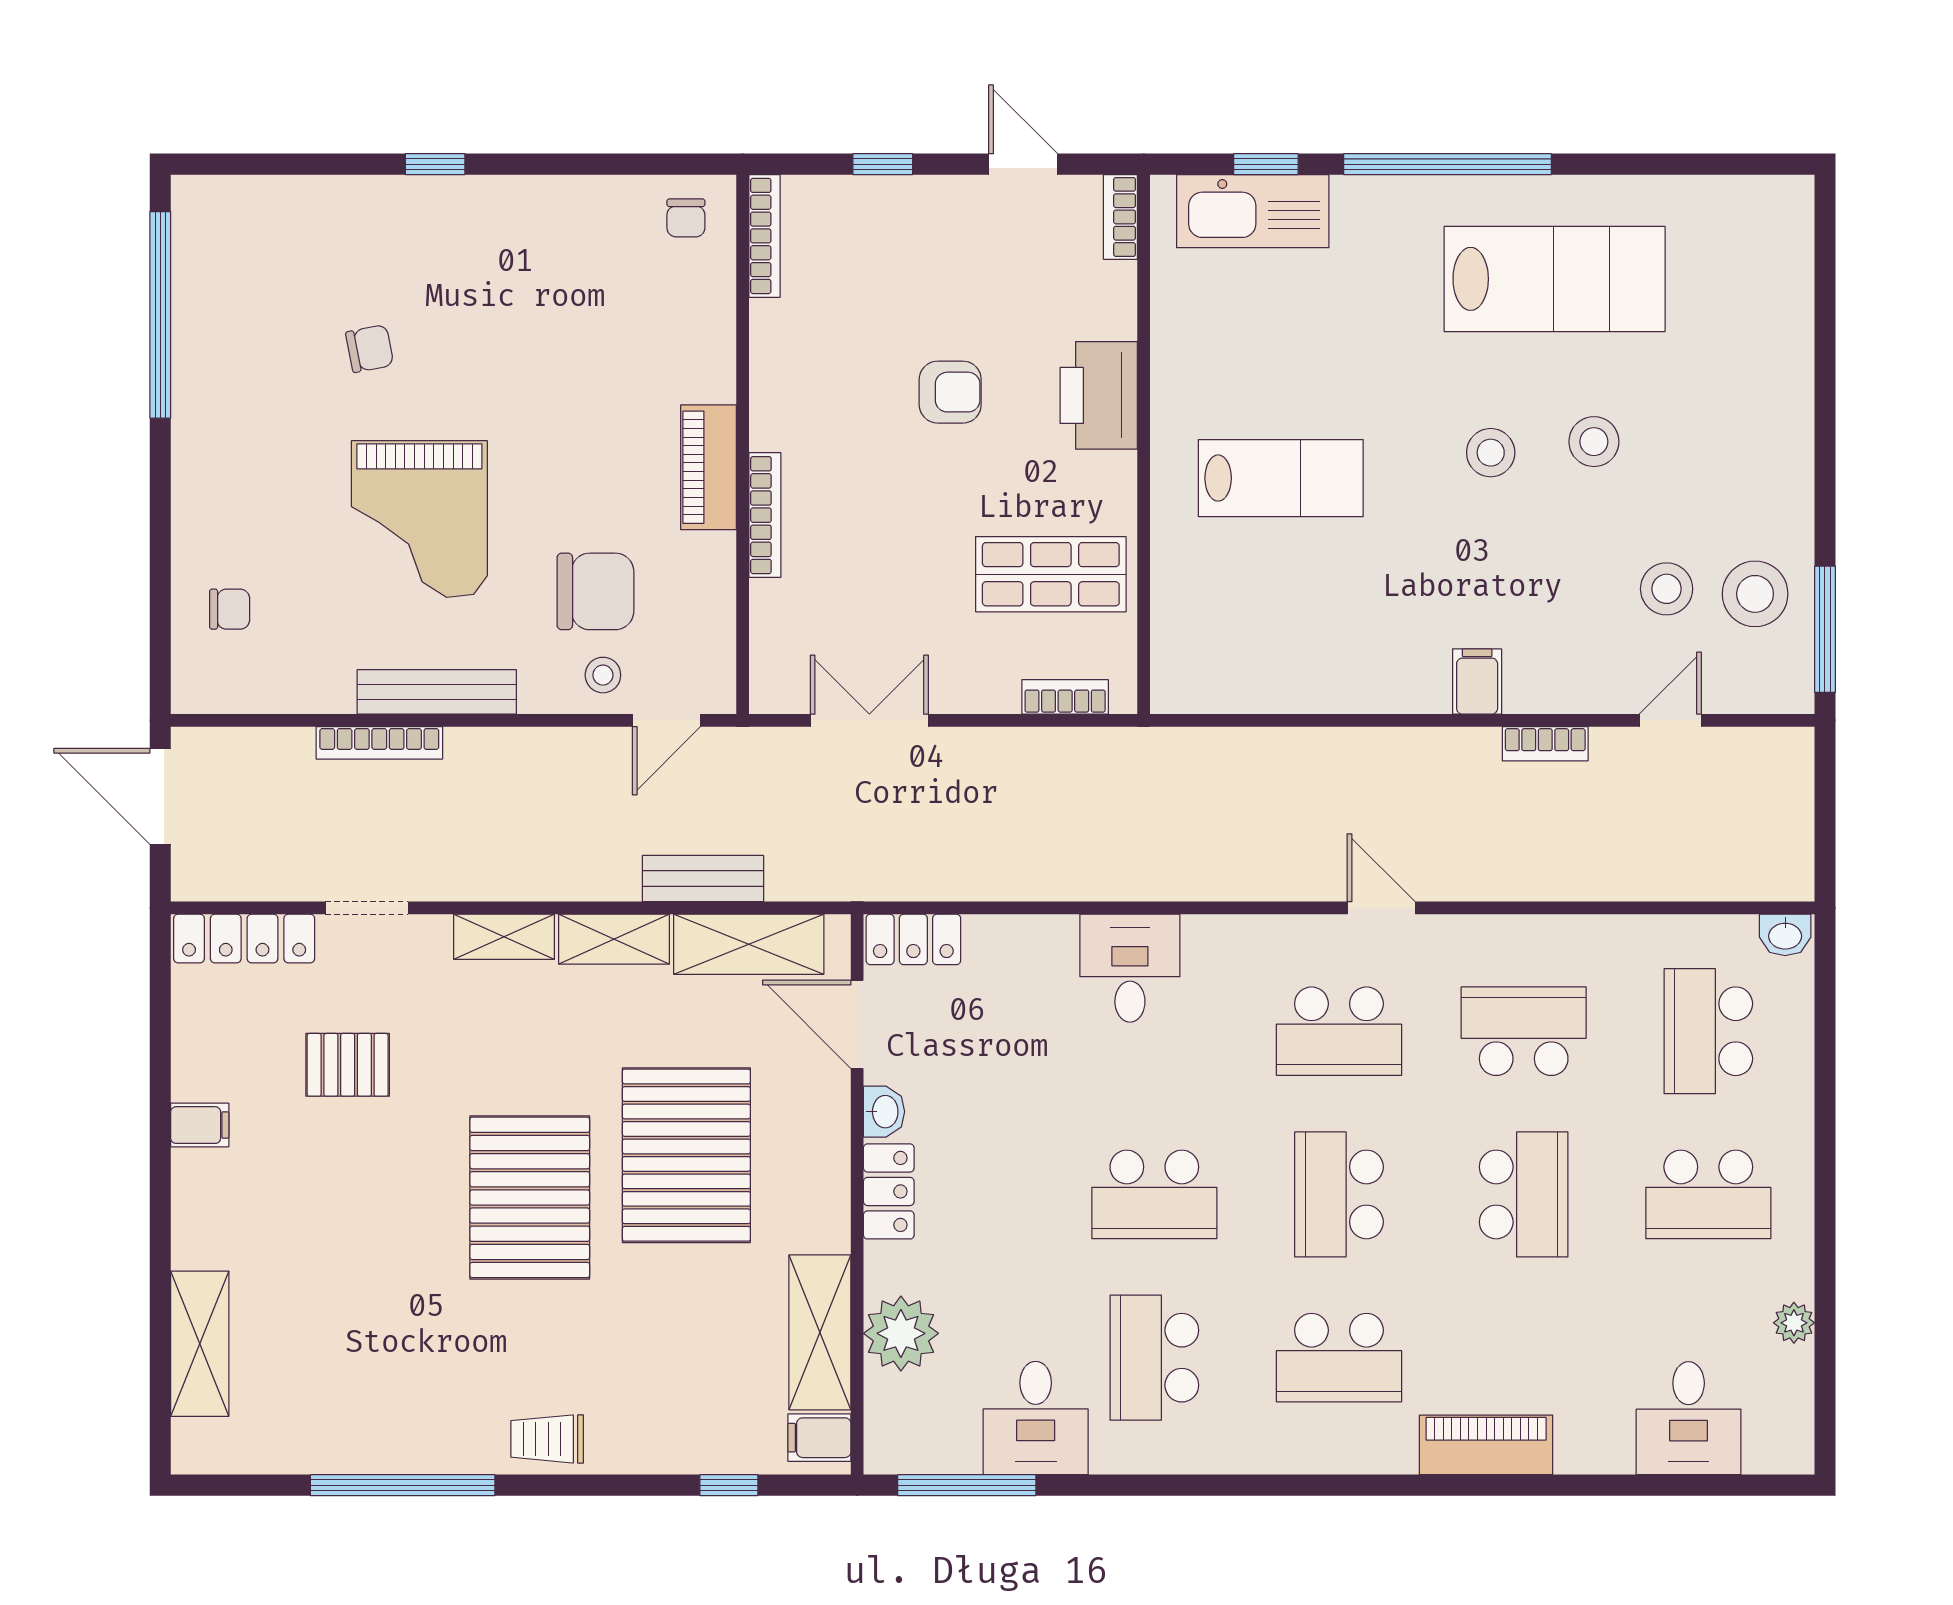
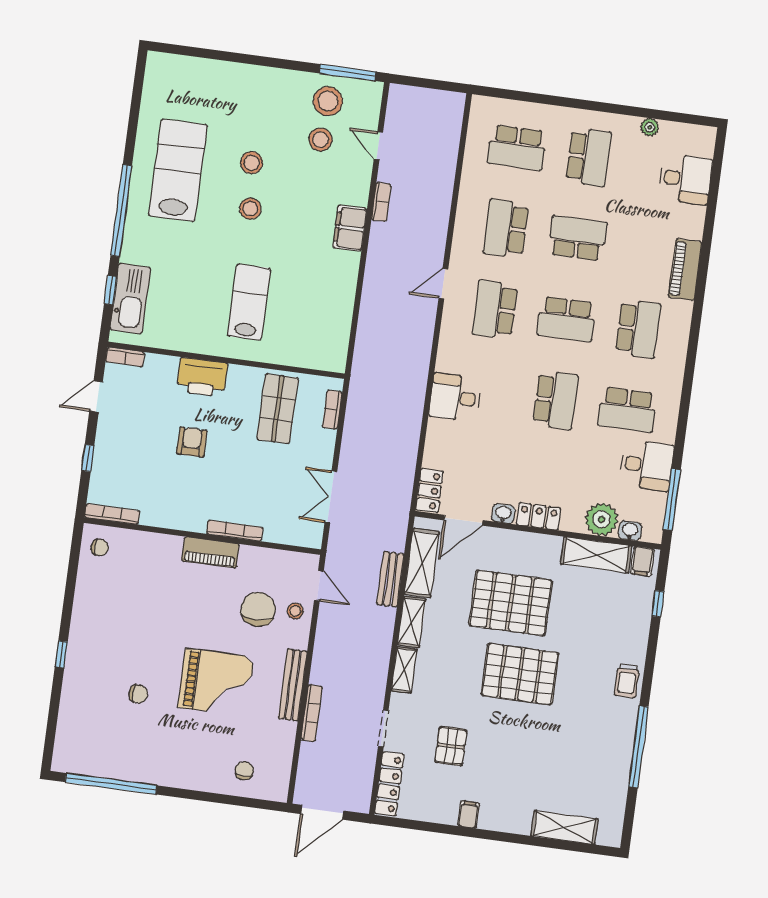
chair: (370, 349) -> (138, 694), turned 101
filing cabinet: (1477, 682) -> (350, 228), width x2.00
washbasin: (1785, 935) -> (630, 531), moved, turned -90
school desk: (1339, 1031) -> (495, 309), turned 180

